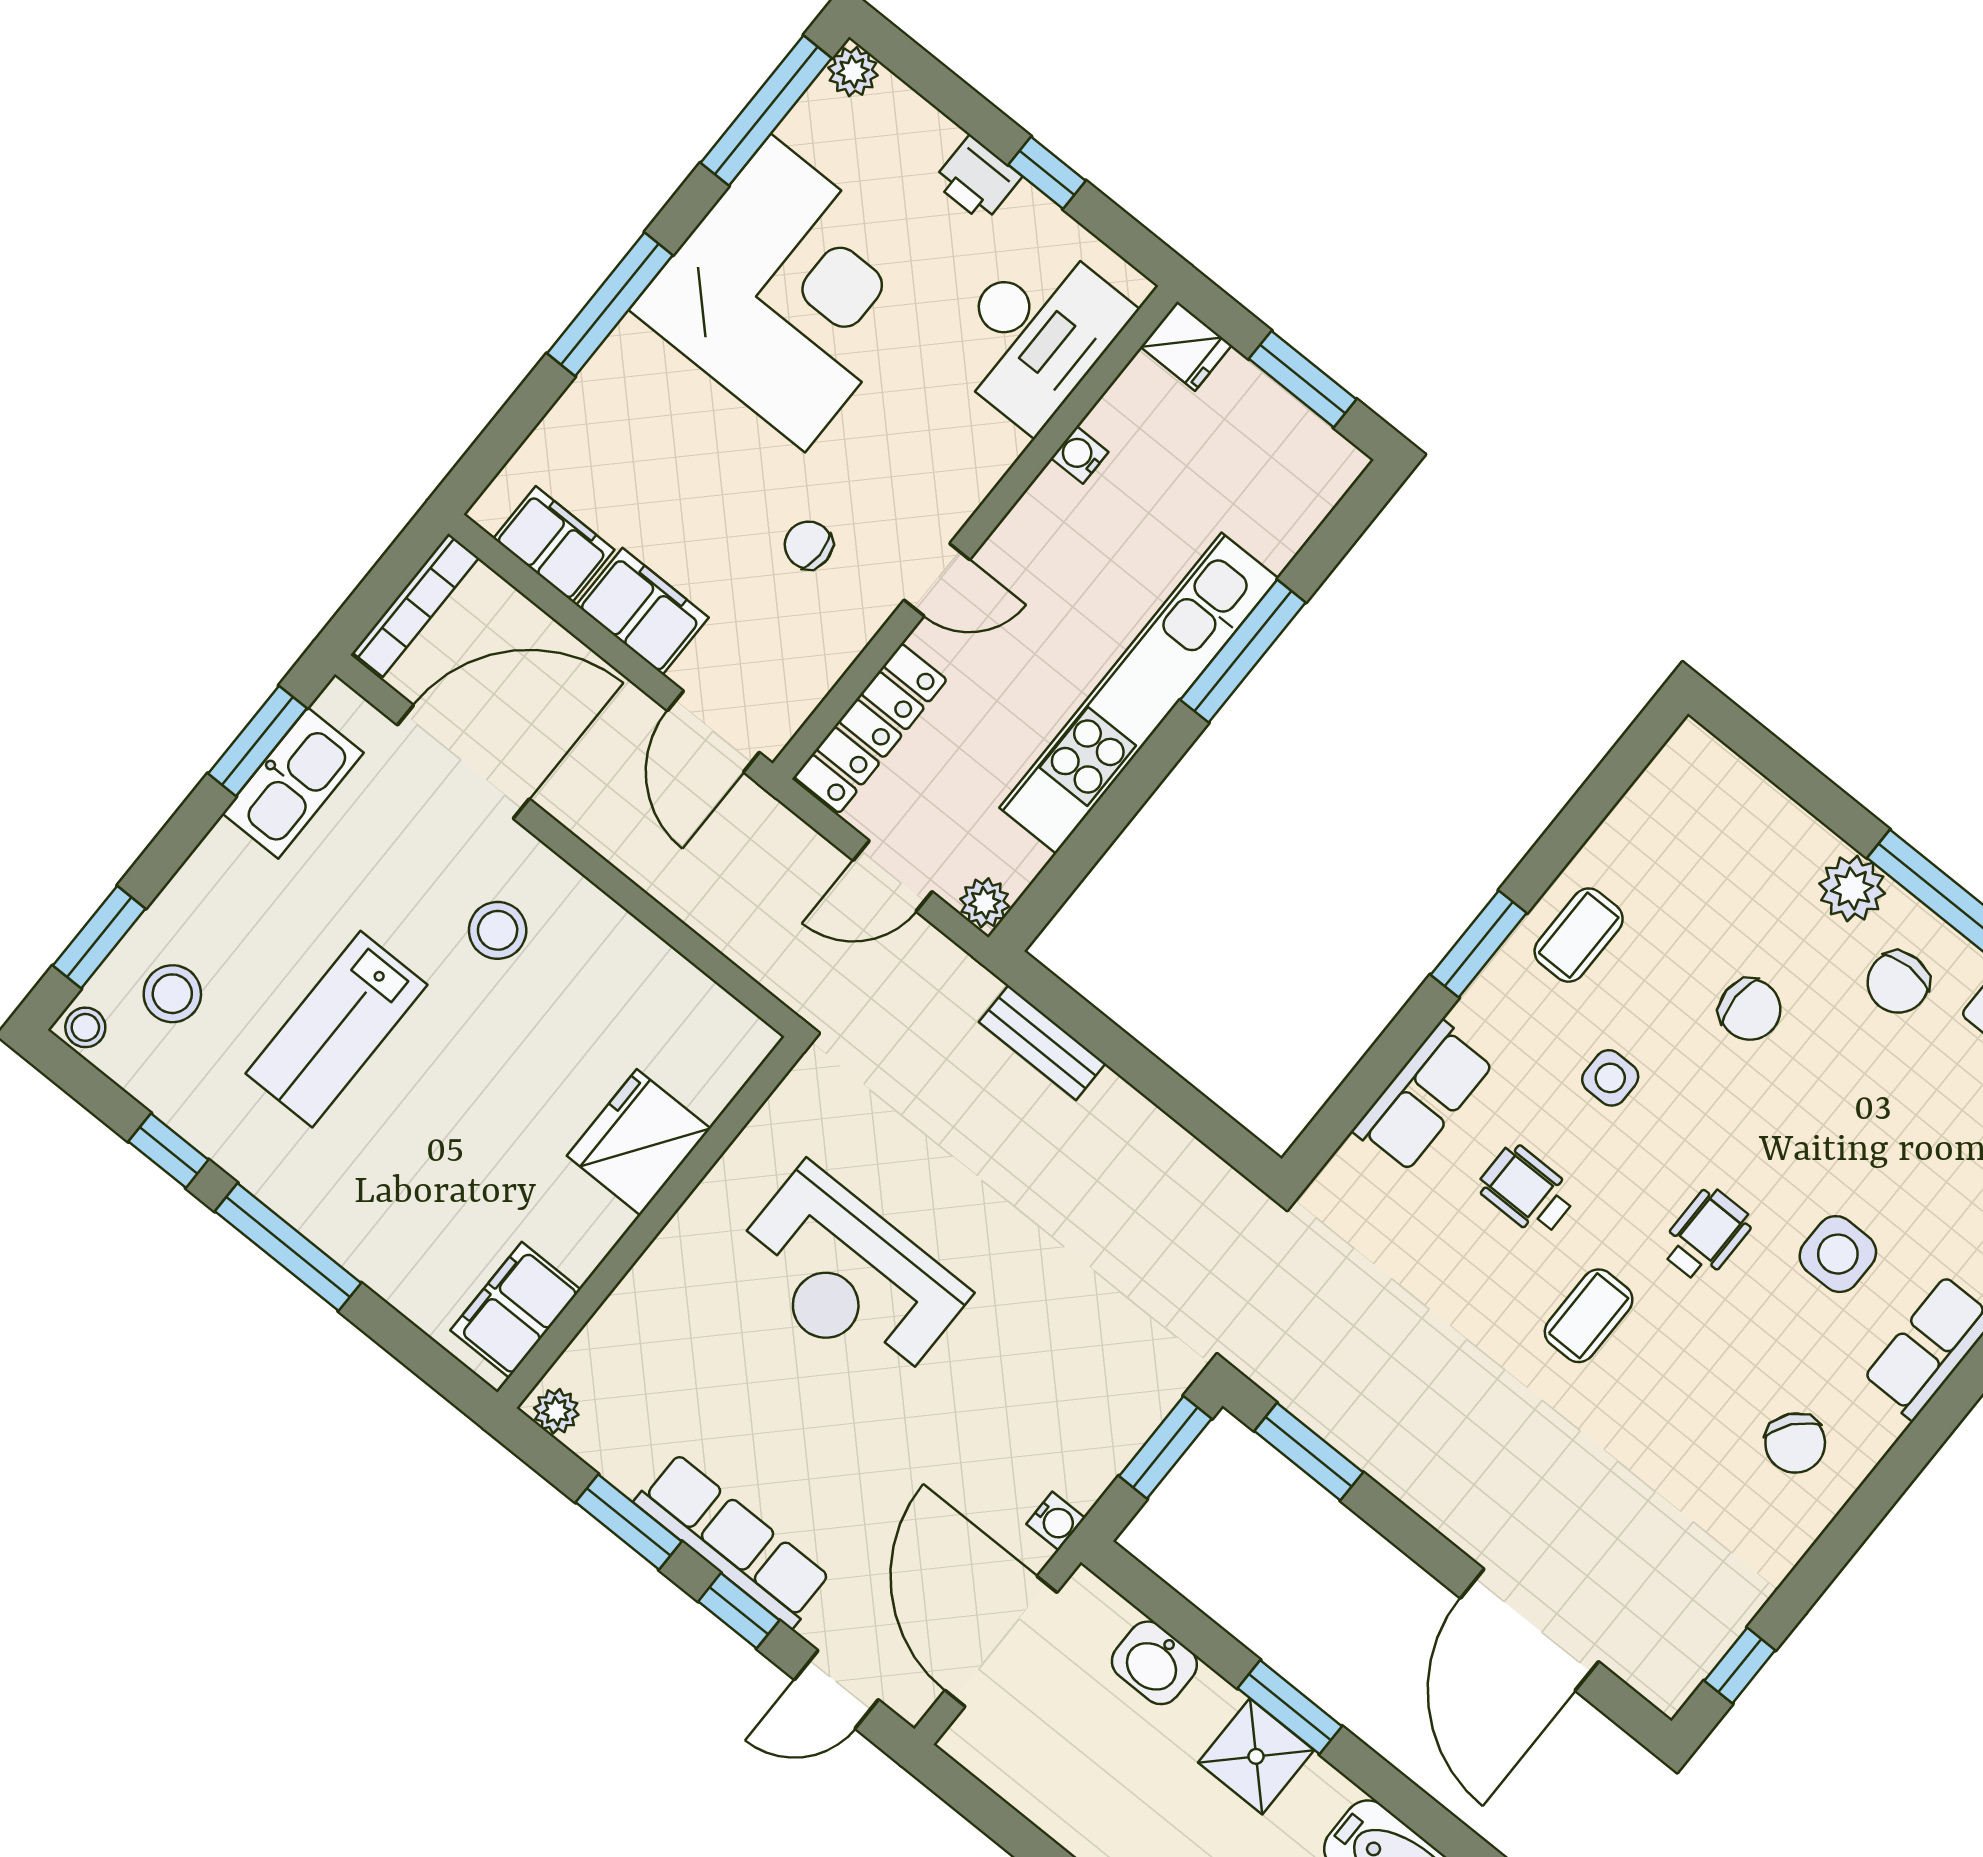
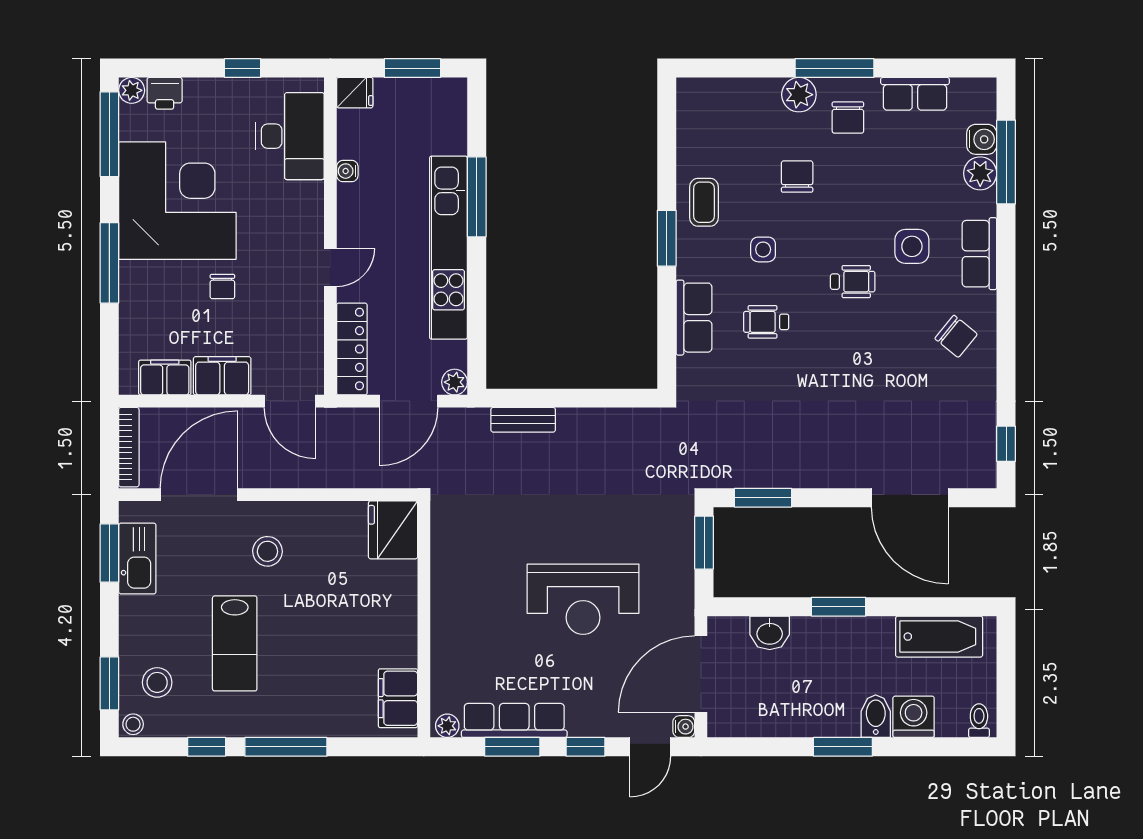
printer: (977, 179) -> (165, 93), moved
chair: (809, 545) -> (222, 287), moved, turned -90
door: (893, 876) -> (409, 401), width x1.38
chair: (1750, 1009) -> (797, 177), turned -90
fridge: (639, 1142) -> (393, 530), moved
wheelchair: (1706, 1235) -> (853, 282), turned 90
reception desk: (848, 1278) -> (583, 599), moved
coffee table: (1589, 1316) -> (832, 352), removed
water cooler: (1056, 1521) -> (684, 727), moved
row of seats: (733, 1540) -> (514, 720), moved
door: (1001, 1641) -> (701, 674), hinge flipped
shower: (1256, 1756) -> (841, 637), removed

